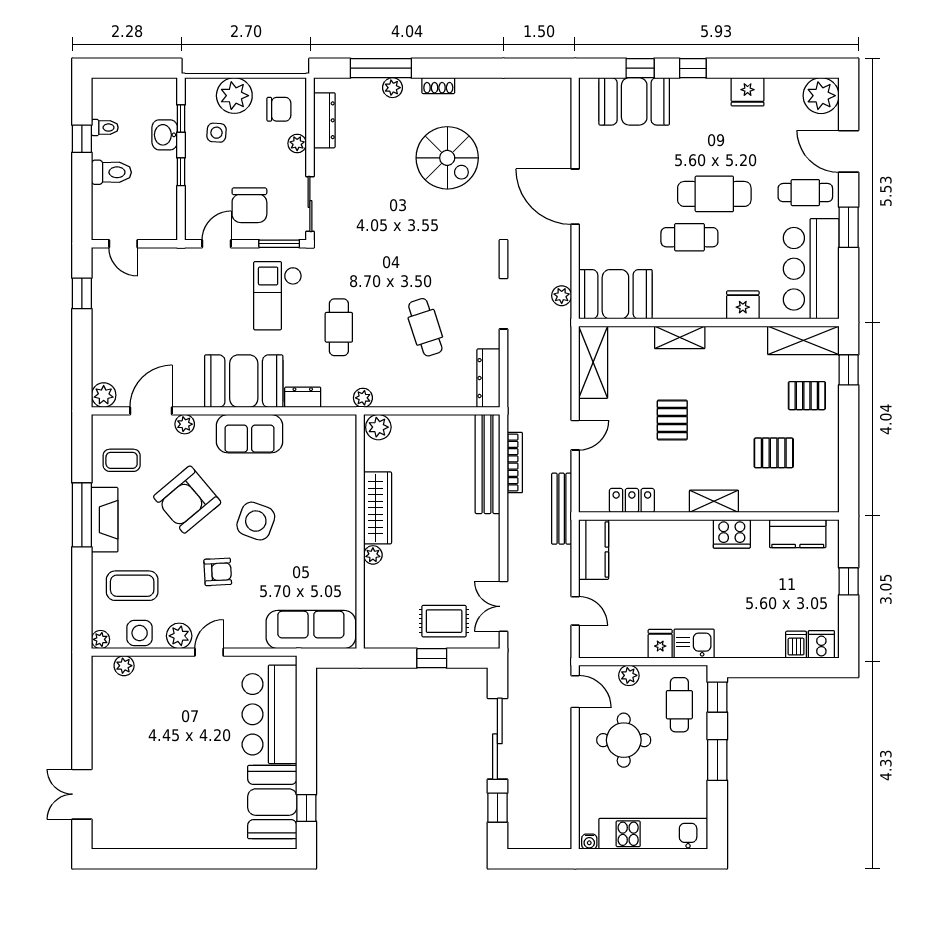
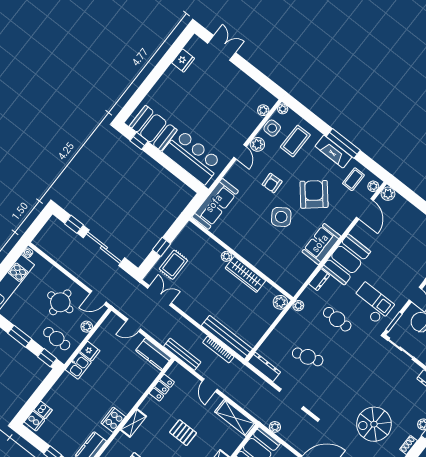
plant: (185, 424) -> (373, 186), moved
side table: (256, 521) -> (281, 217), turned 36
fridge: (143, 835) -> (183, 61), added

